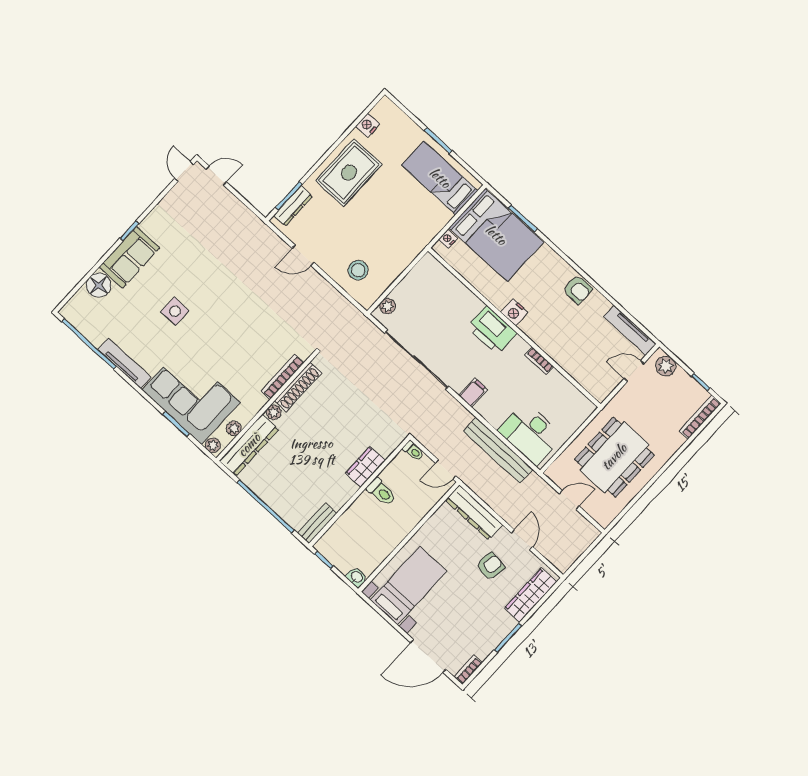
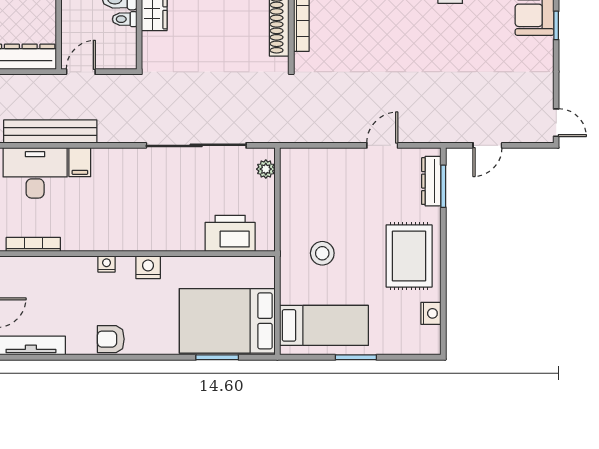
door: (216, 176) -> (487, 145), moved
nightstand: (448, 239) -> (107, 264), moved, turned -90
stool: (358, 270) -> (322, 253), moved
printer: (492, 330) -> (230, 233), moved
bookcase: (539, 361) -> (33, 244), moved, width x1.56
filing cabinet: (473, 393) -> (80, 162), moved
toilet: (413, 451) -> (125, 19), moved

